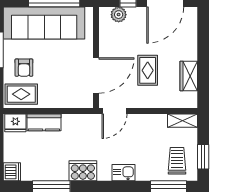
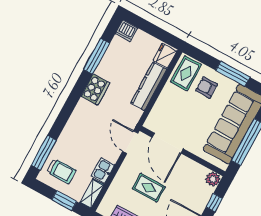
plant: (119, 15) -> (213, 179), moved
kitchen counter: (44, 122) -> (149, 86), width x1.50
window: (203, 157) -> (64, 201), moved
kitchen sink: (123, 173) -> (103, 170), moved, turned 180

